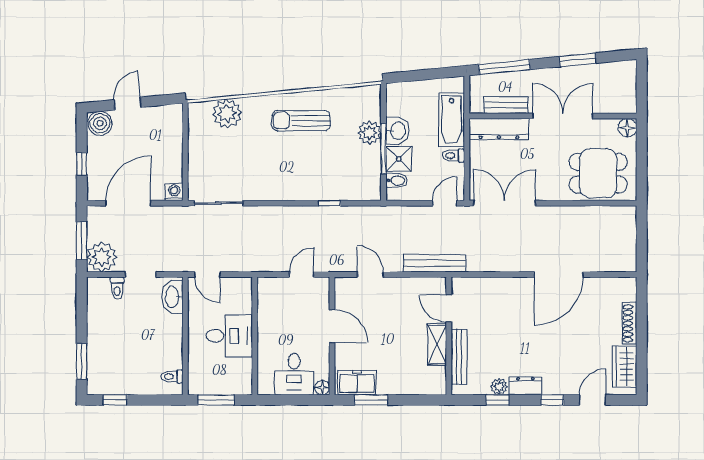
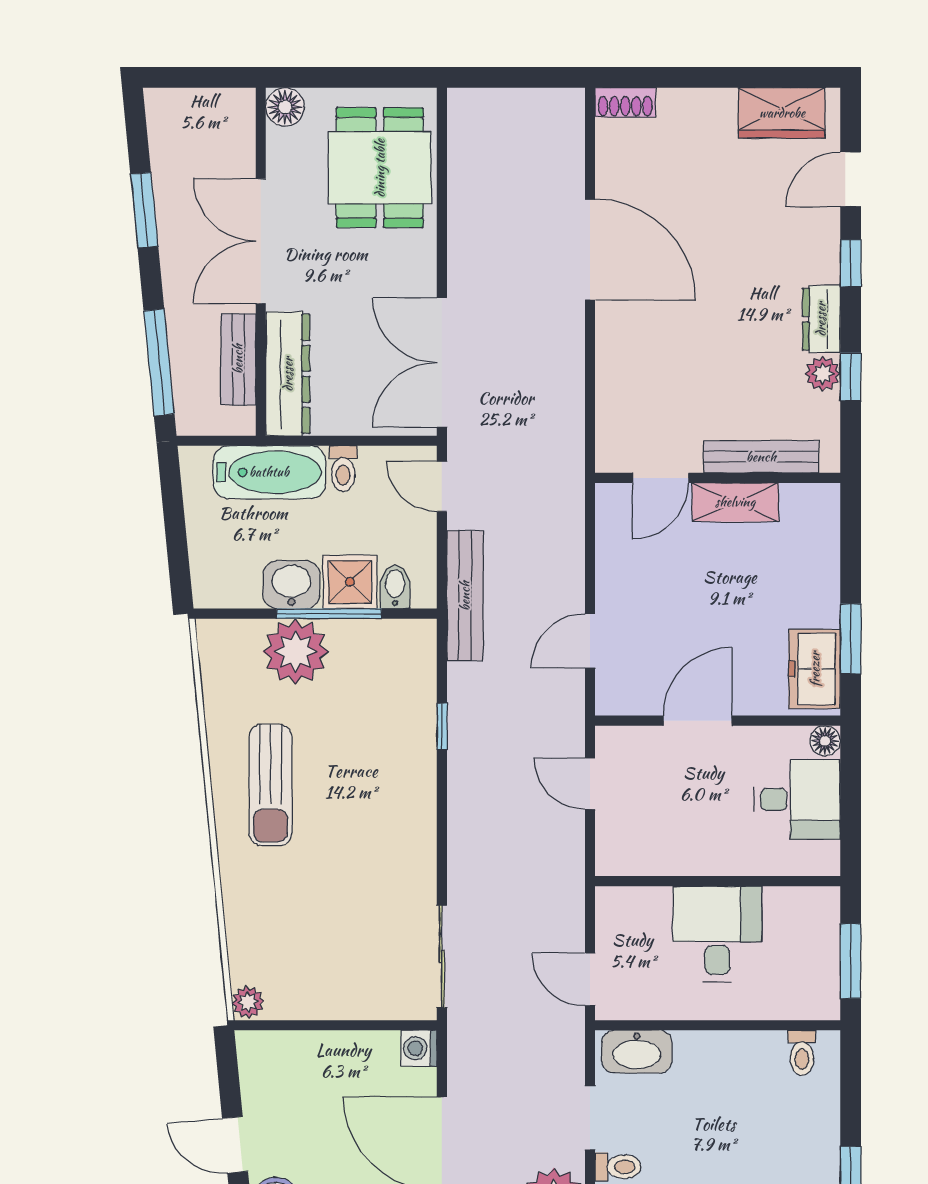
plant: (227, 114) -> (248, 1002), moved, width x0.53, depth x0.53
plant: (369, 133) -> (296, 652), width x1.36, depth x1.36
bench: (434, 263) -> (465, 596), moved
door: (207, 274) -> (590, 979), swing flipped
shoe rack: (630, 323) -> (625, 102), moved, width x0.70
door: (593, 400) -> (851, 179), hinge flipped

